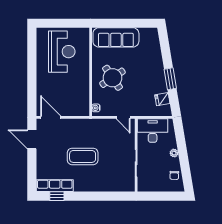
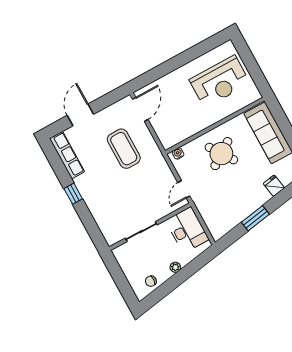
fridge: (162, 99) -> (274, 186), moved
door: (32, 139) -> (80, 115), moved
coffee table: (83, 156) -> (124, 149), moved
window: (57, 196) -> (73, 194), moved

